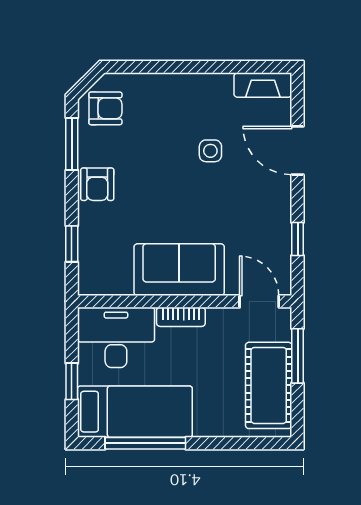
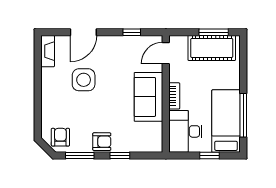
side table: (210, 151) -> (84, 80), width x1.87, depth x1.87
window: (72, 244) -> (120, 156), moved
window: (298, 356) -> (214, 32), moved

